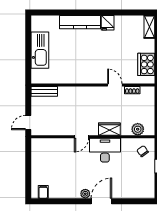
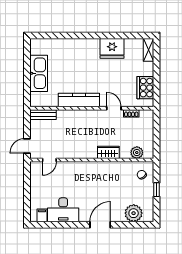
kitchen counter: (80, 22) -> (79, 100), moved, turned 180
fridge: (108, 23) -> (112, 48), width x1.88, depth x1.34
door: (81, 137) -> (49, 160), moved
desk: (105, 150) -> (63, 210), moved, turned 180
plant: (85, 194) -> (134, 213), moved, width x1.88, depth x1.88

